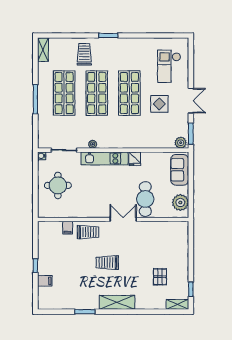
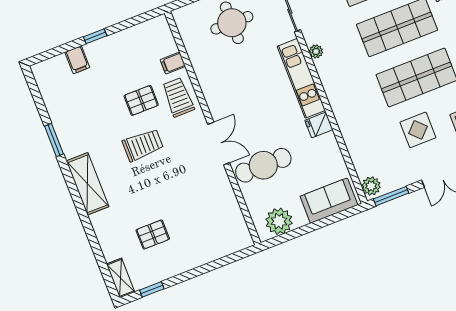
trolley: (88, 232) -> (178, 97), turned 180
pallet: (82, 254) -> (141, 100), added
trolley: (107, 263) -> (143, 145), turned 90

